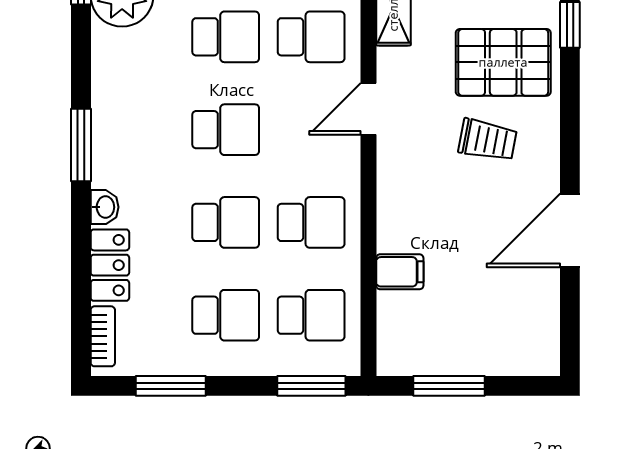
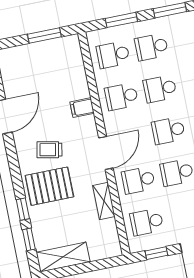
door: (368, 109) -> (106, 153), width x1.38
filing cabinet: (400, 272) -> (82, 108), moved
window: (311, 386) -> (121, 20), moved

